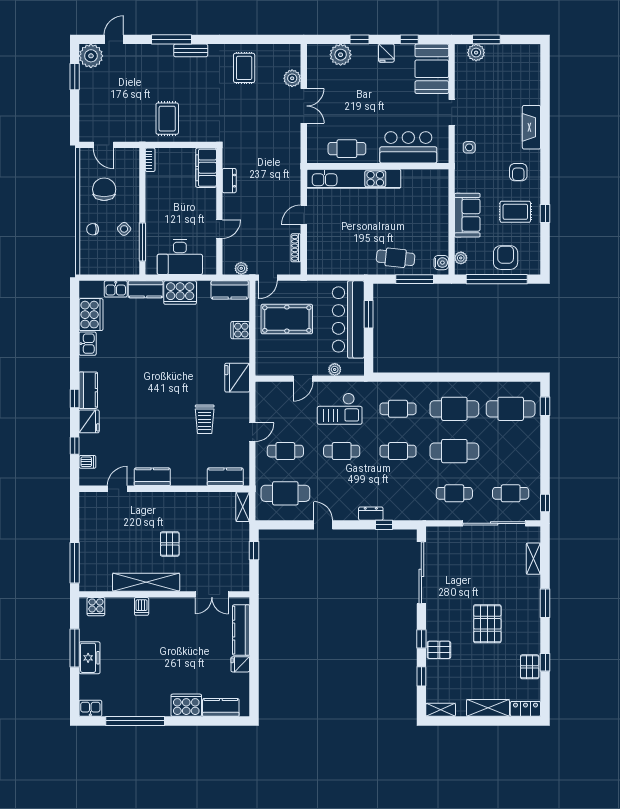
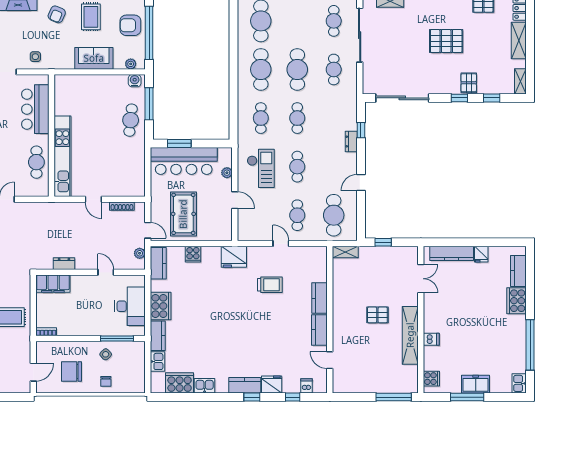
armchair: (518, 172) -> (57, 14), turned 114
kitchen counter: (225, 477) -> (319, 298), moved

